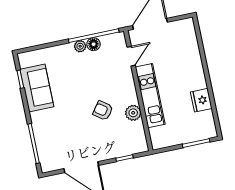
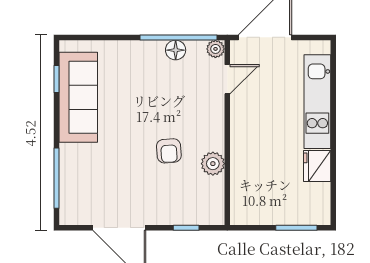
plant: (80, 46) -> (215, 49), moved
sofa: (37, 88) -> (78, 97), width x1.36
kitchen unit: (150, 96) -> (317, 102), moved, turned 180
armchair: (103, 110) -> (169, 151), turned -130

